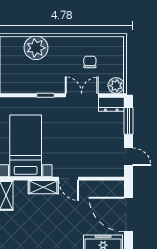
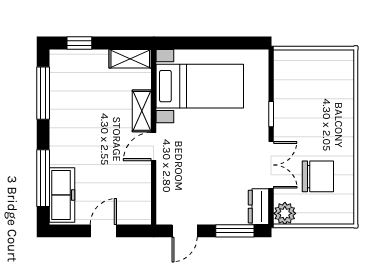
plant: (36, 48) -> (338, 101), removed
chair: (90, 62) -> (318, 176), width x1.87, depth x1.87
door: (128, 215) -> (103, 231), width x0.53

